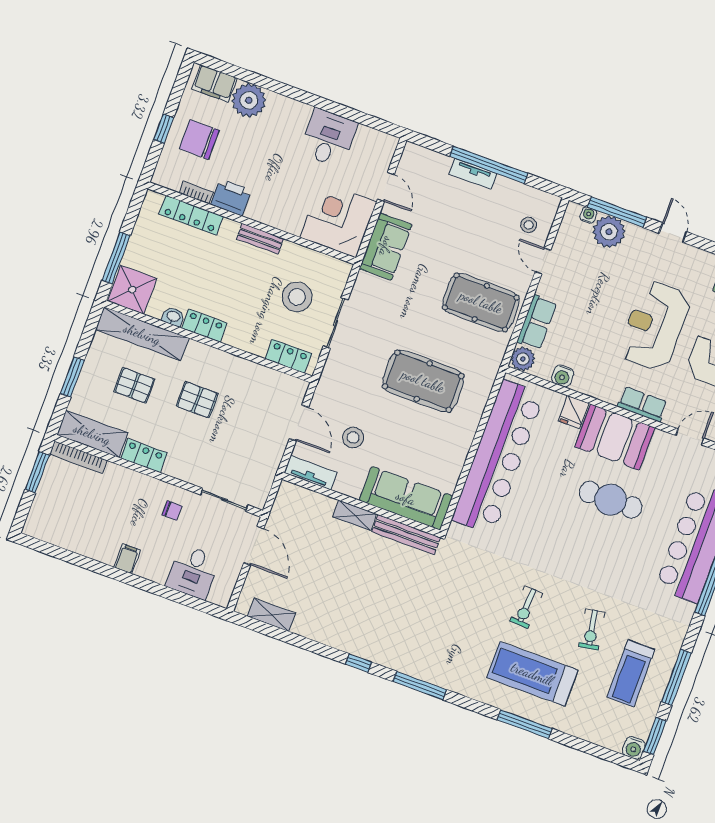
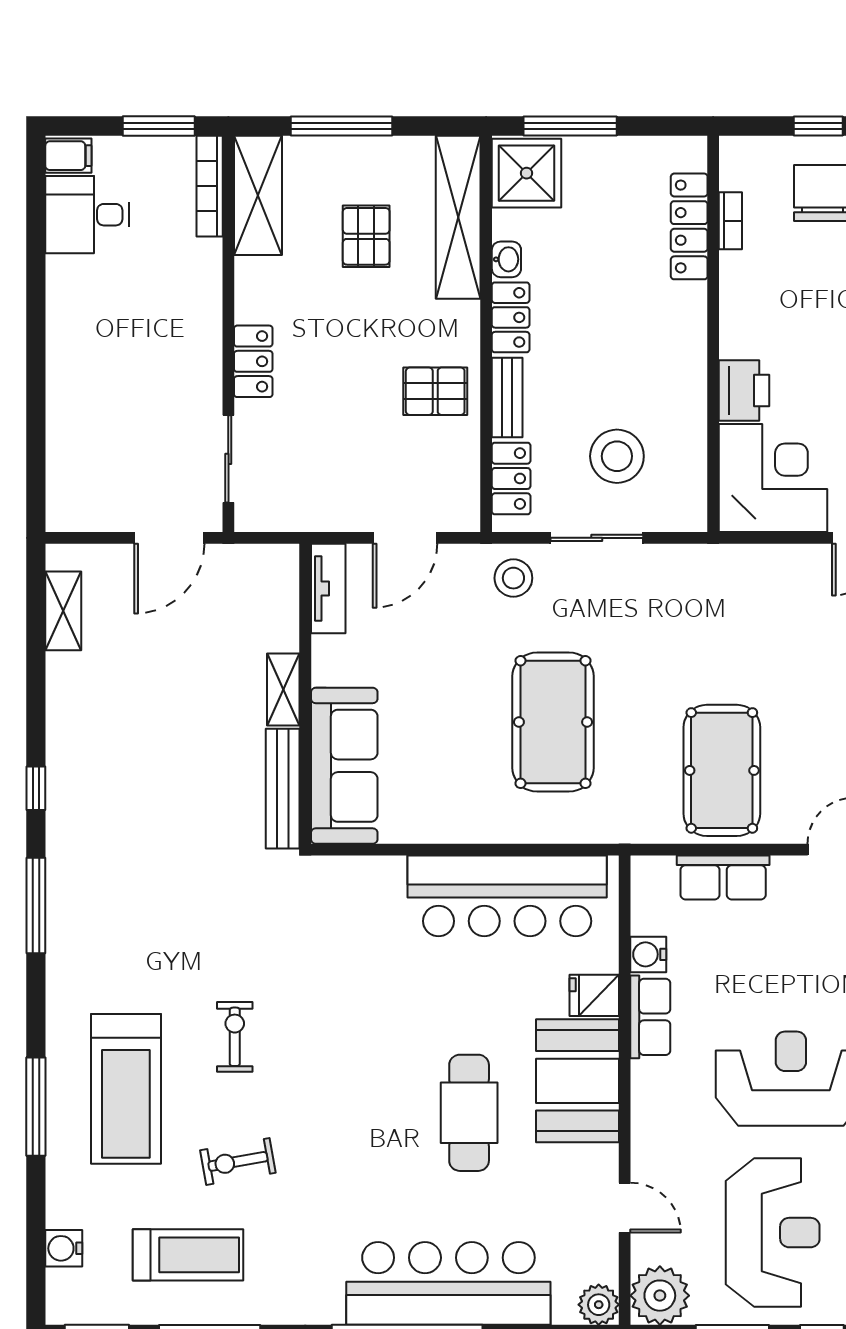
printer: (231, 197) -> (744, 390), moved
bench: (260, 239) -> (507, 397), moved
sofa: (386, 247) -> (757, 575), removed
plant: (523, 359) -> (652, 877), removed
window: (72, 377) -> (341, 126), width x1.44
pallet: (197, 400) -> (435, 391), moved, turned 90
row of seats: (642, 404) -> (650, 1017), moved
stool: (353, 437) -> (513, 578), moved
locker: (144, 456) -> (253, 361), moved
bar counter: (498, 457) -> (507, 896), width x0.73
chair: (172, 510) -> (178, 378), removed
filing cabinet: (127, 559) -> (68, 156), moved
desk: (193, 572) -> (87, 215), moved
exercise bike: (526, 607) -> (235, 1037), turned 87
treadmill: (631, 673) -> (188, 1255), turned 180
treadmill: (532, 674) -> (126, 1089), turned 180
water cooler: (634, 748) -> (64, 1248), moved

